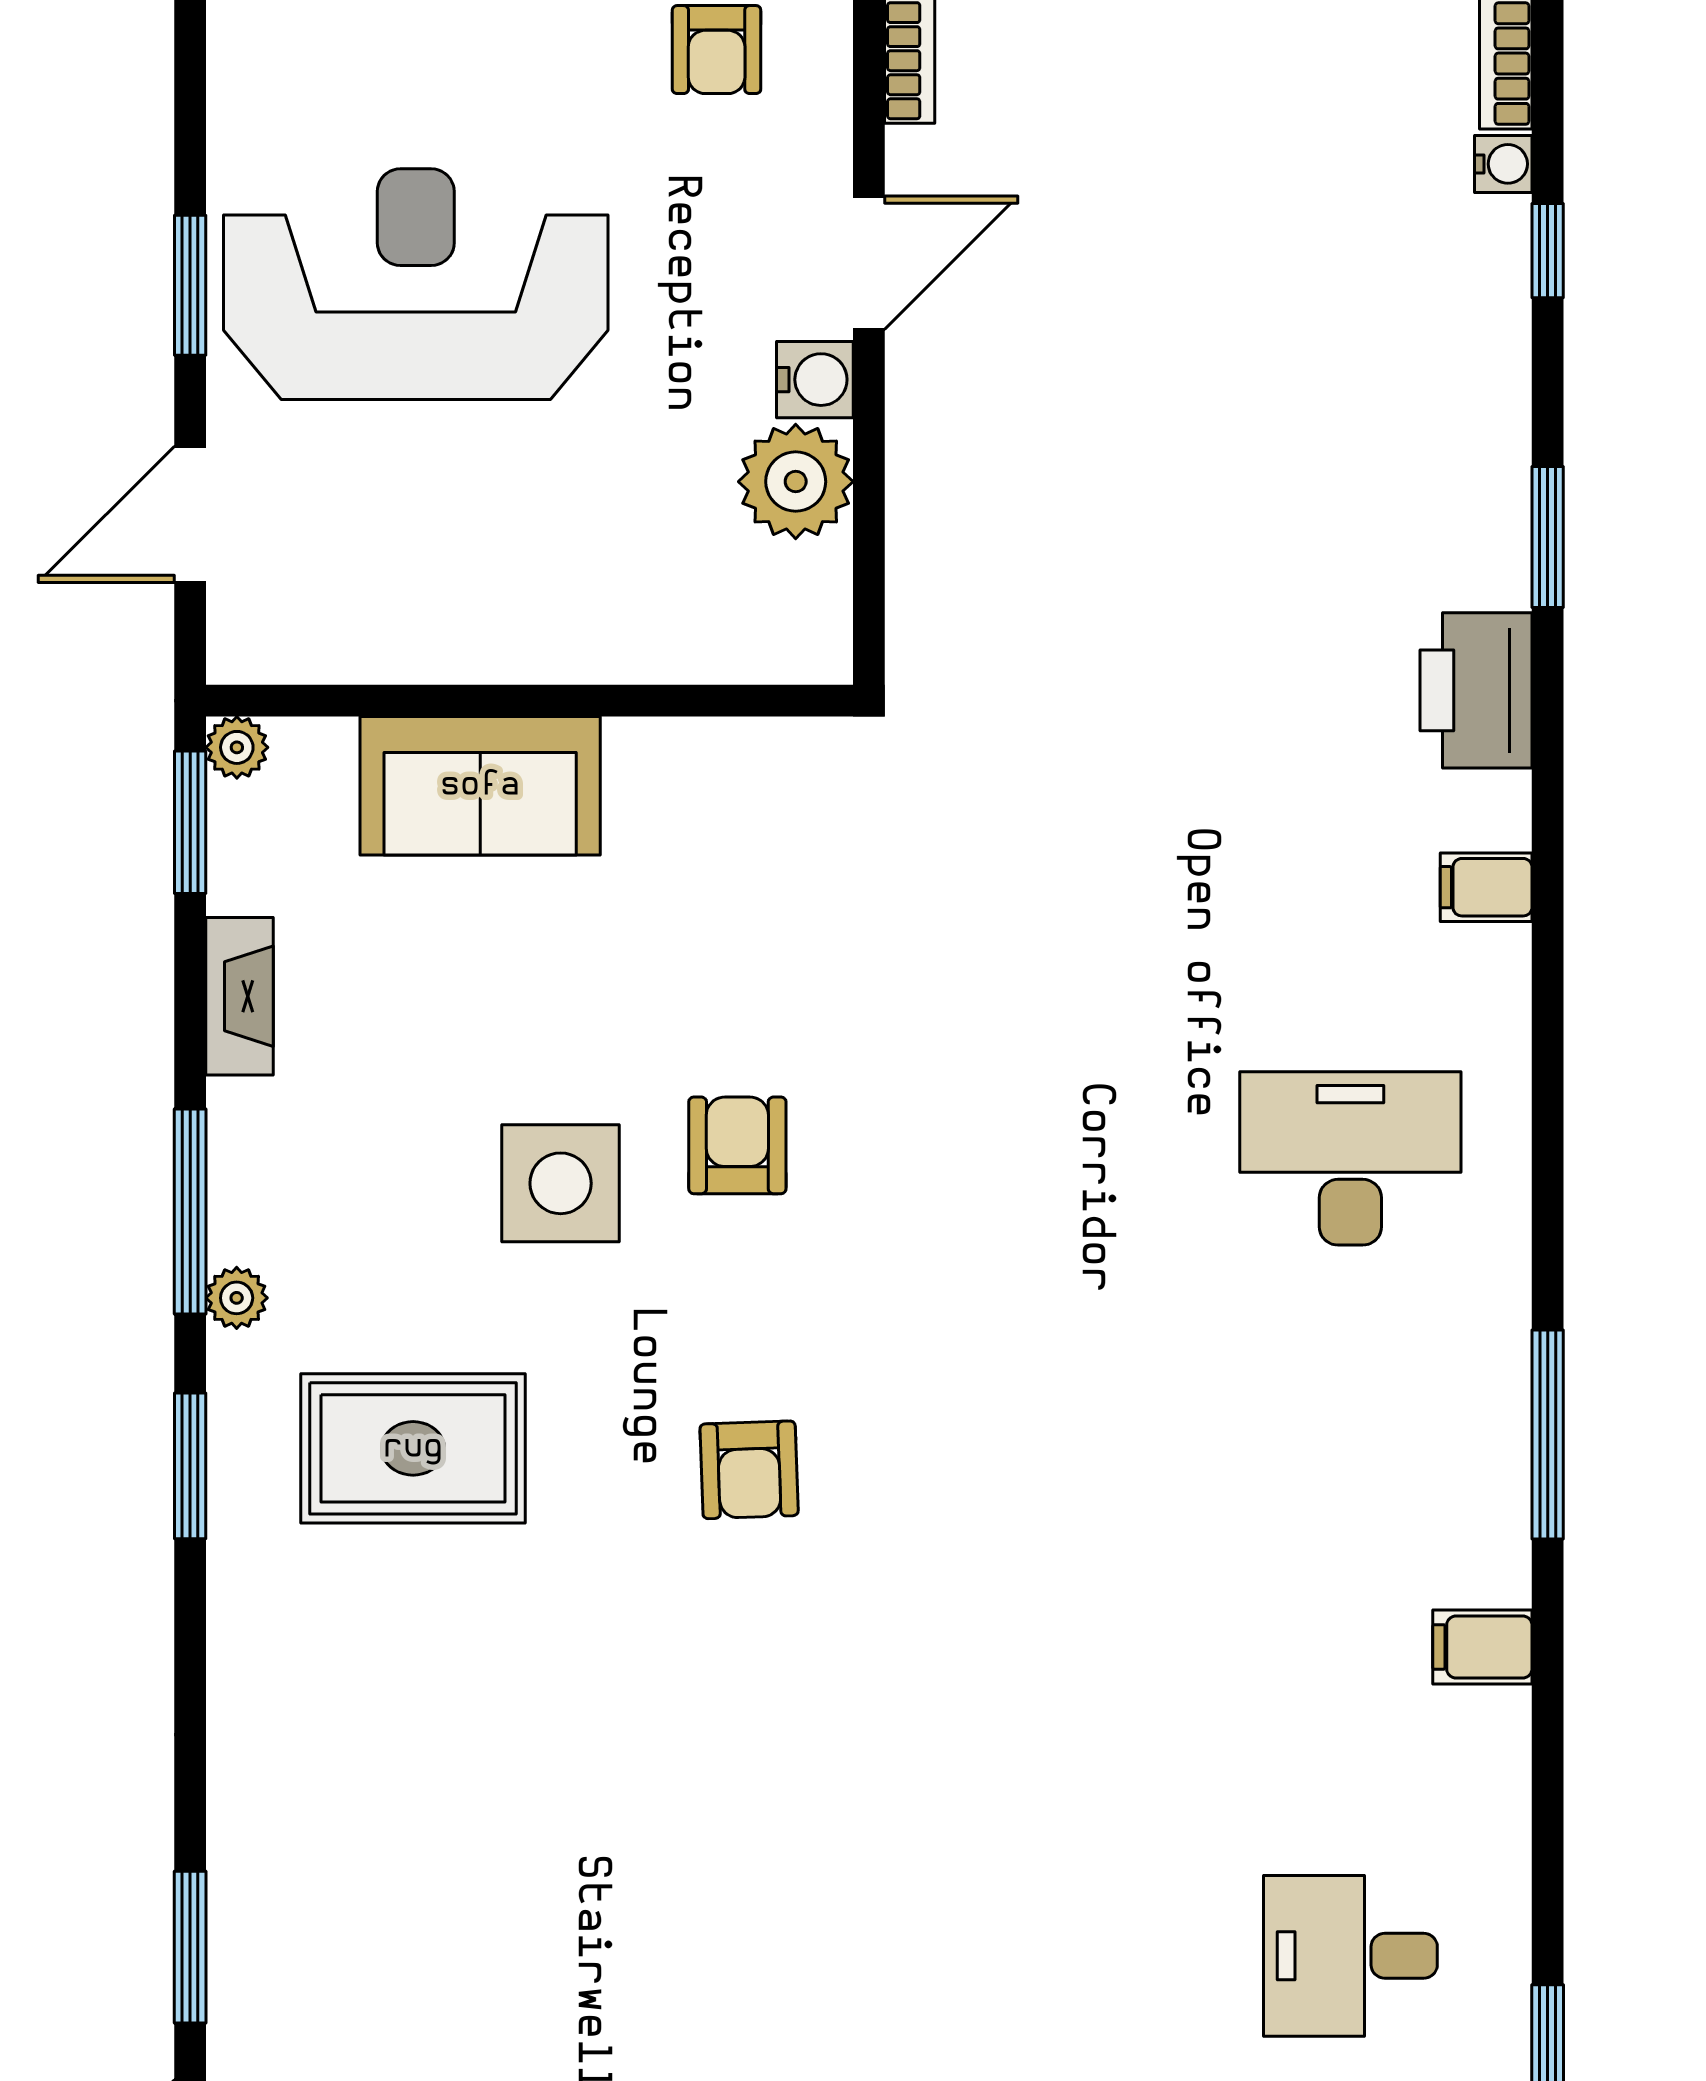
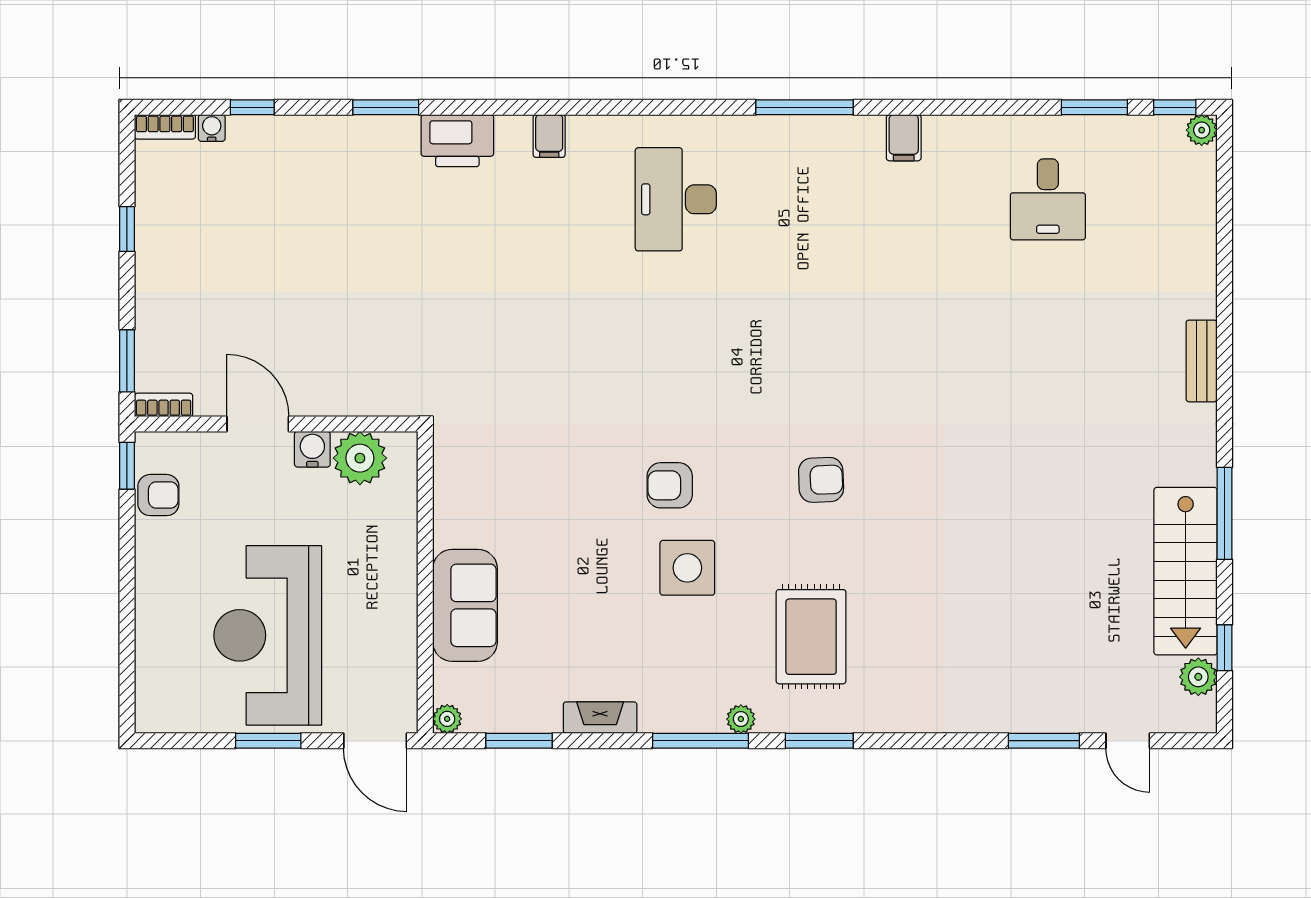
wall: (529, 701) -> (425, 582), moved
plant: (237, 747) -> (447, 719), moved
sofa: (480, 786) -> (465, 605), moved

